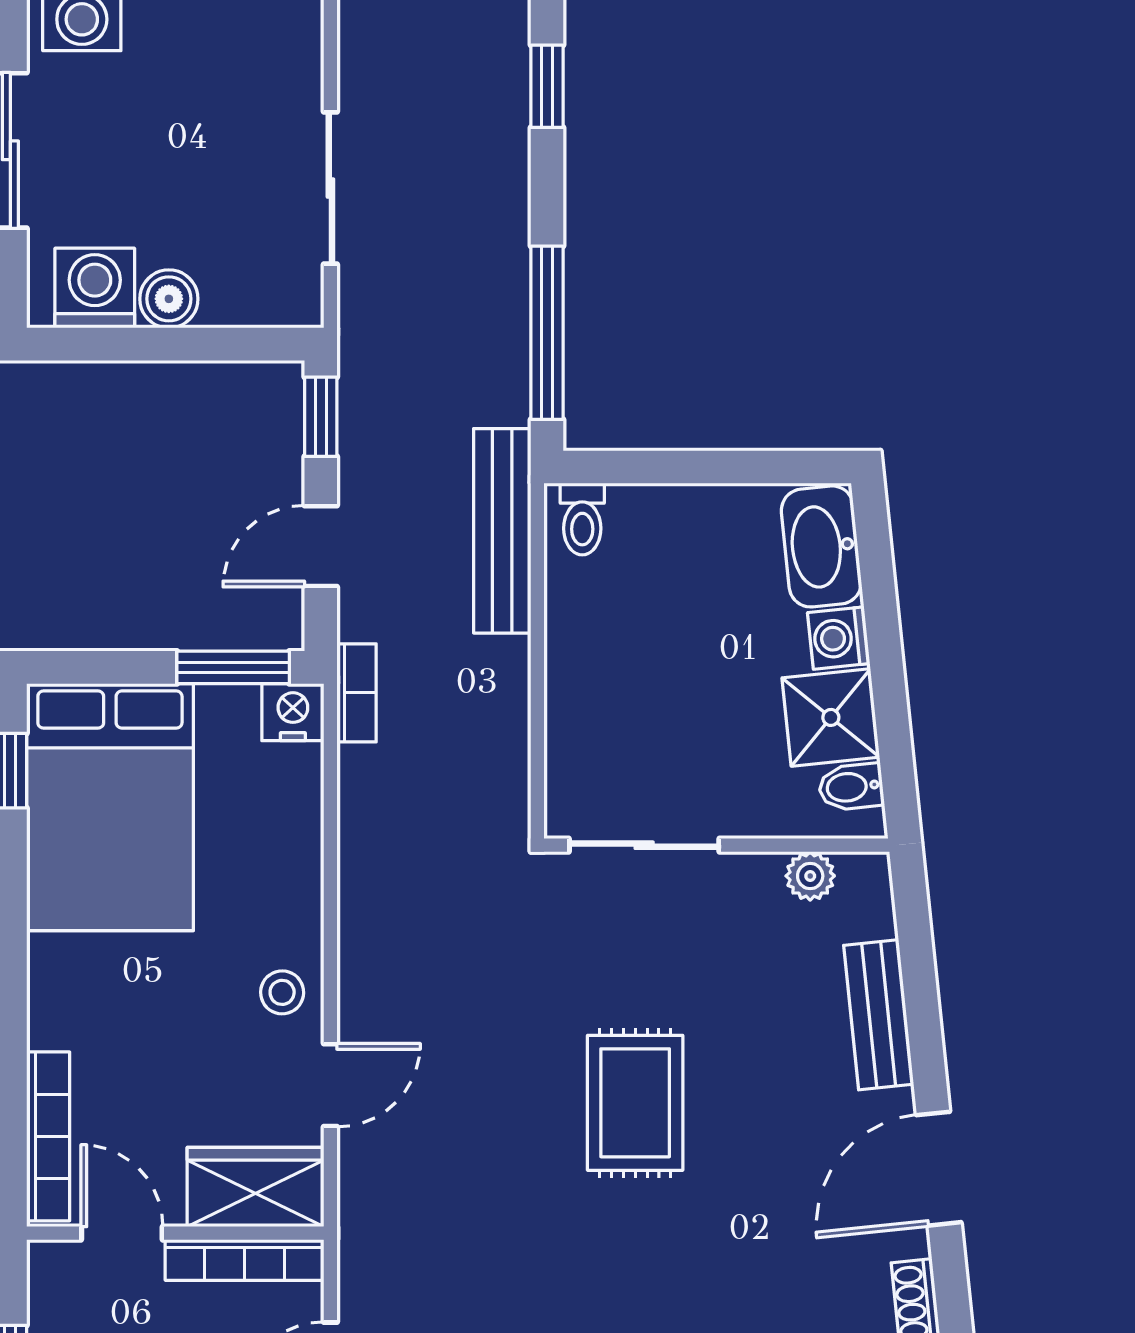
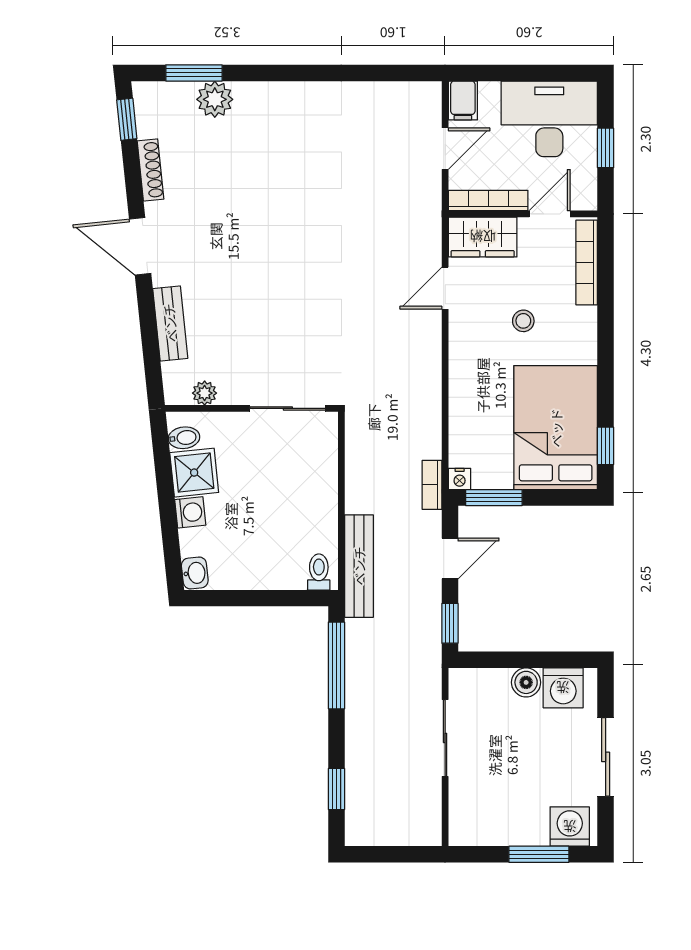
washbasin: (821, 546) -> (195, 573), width x0.52, depth x0.69
nightstand: (293, 712) -> (460, 479), width x0.72, depth x0.74
stool: (282, 992) -> (523, 321), moved
rug: (635, 1103) -> (292, 279), removed
door: (939, 1169) -> (140, 246), swing flipped
door: (122, 1233) -> (550, 214), swing flipped

